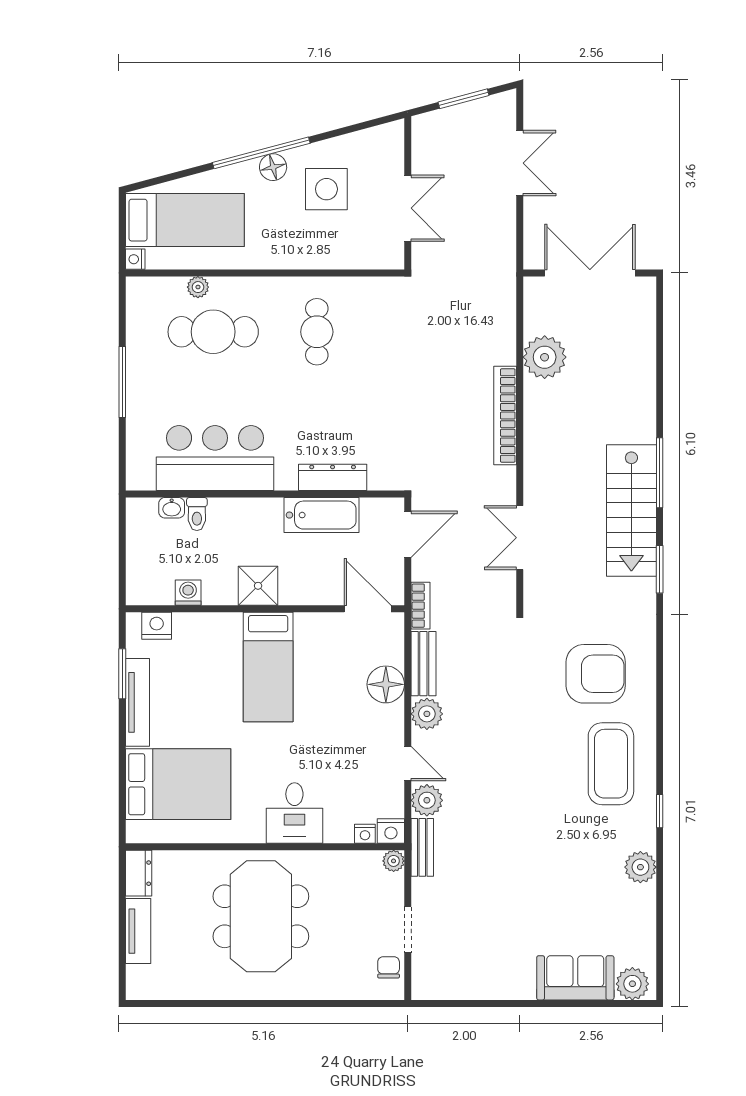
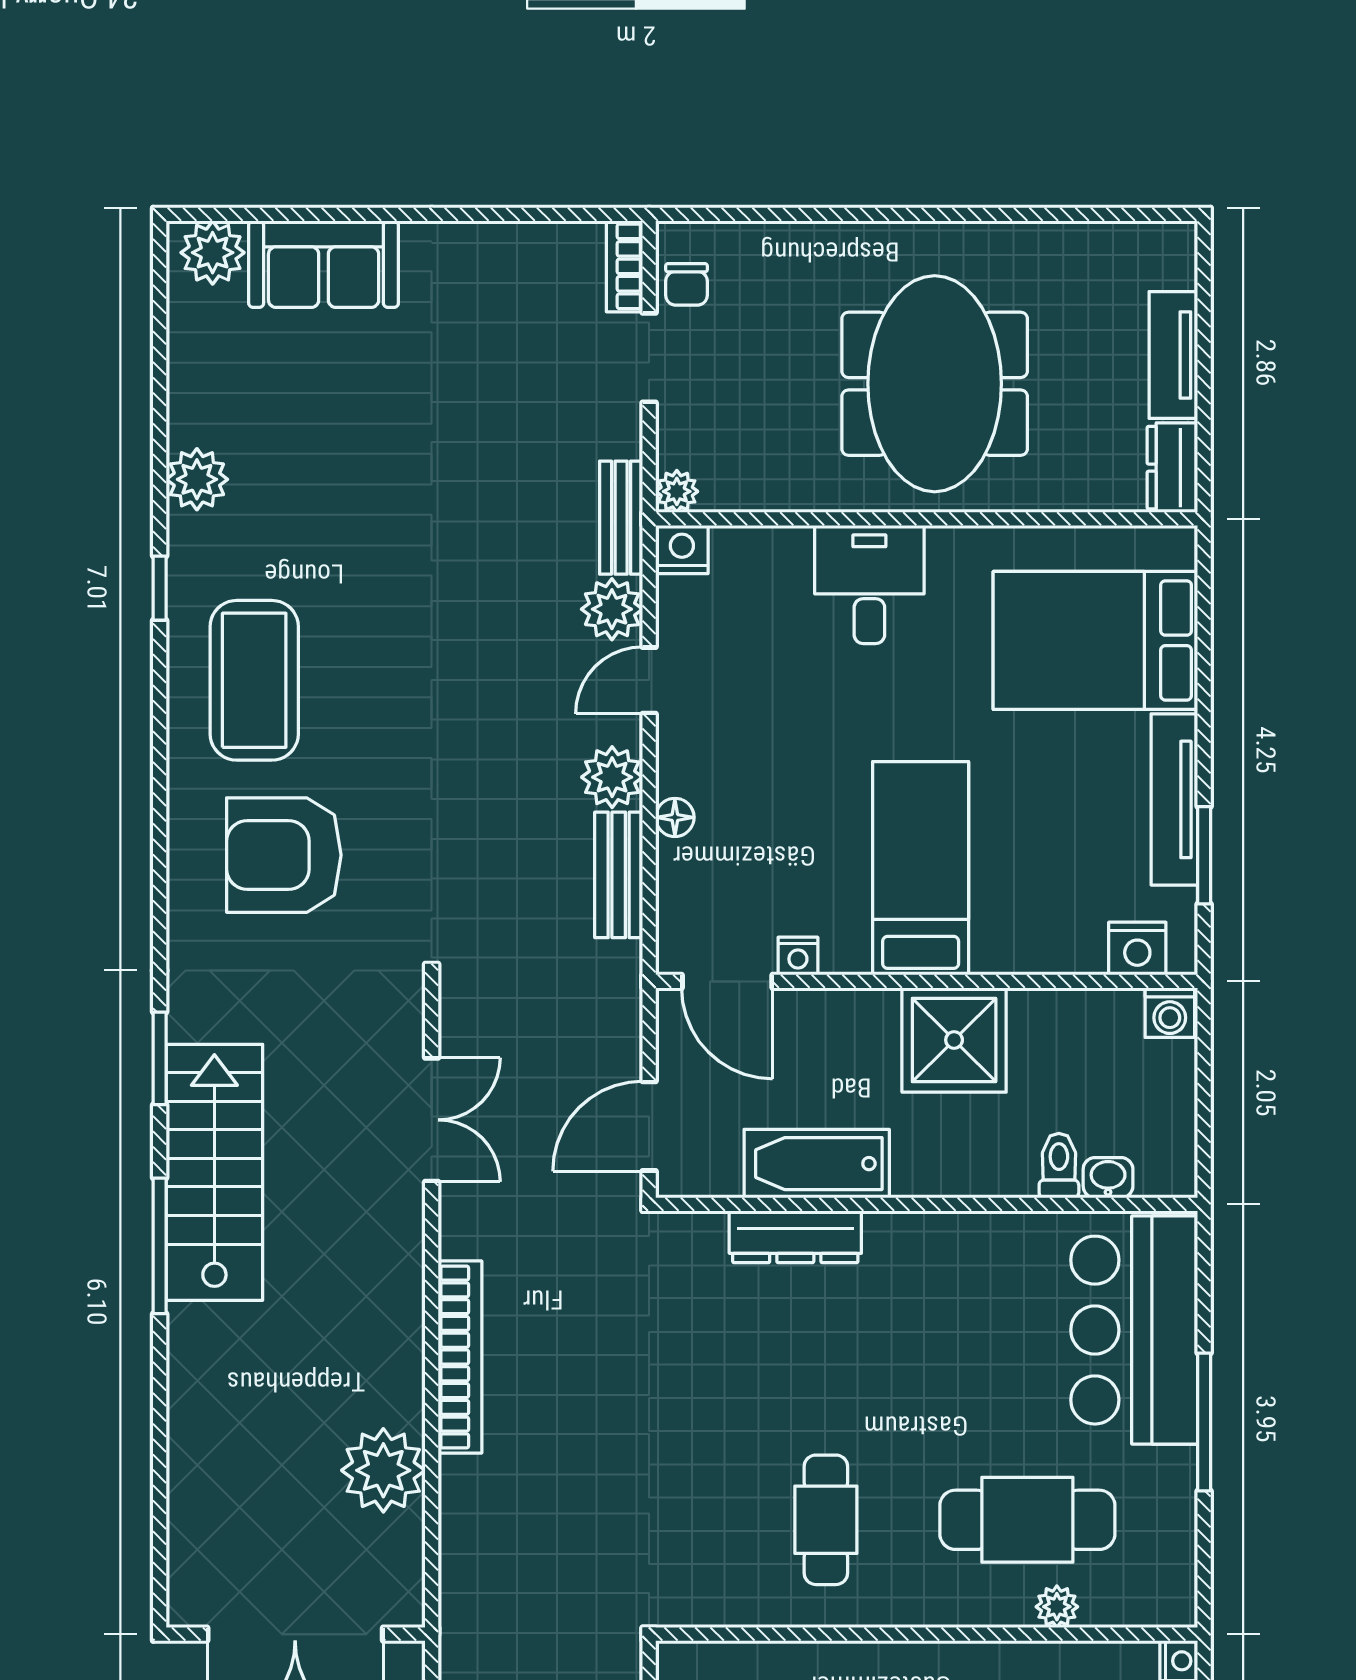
bar counter: (215, 458) -> (1134, 1330), moved, turned 90
shower: (258, 586) -> (954, 1040), width x1.36, depth x1.36
washing machine: (188, 593) -> (1170, 1013), moved
bookcase: (420, 606) -> (624, 266), moved
floor lamp: (386, 684) -> (675, 817), width x0.53, depth x0.53
door: (408, 764) -> (649, 680), hinge flipped
nightstand: (365, 834) -> (798, 956), moved, turned 180

